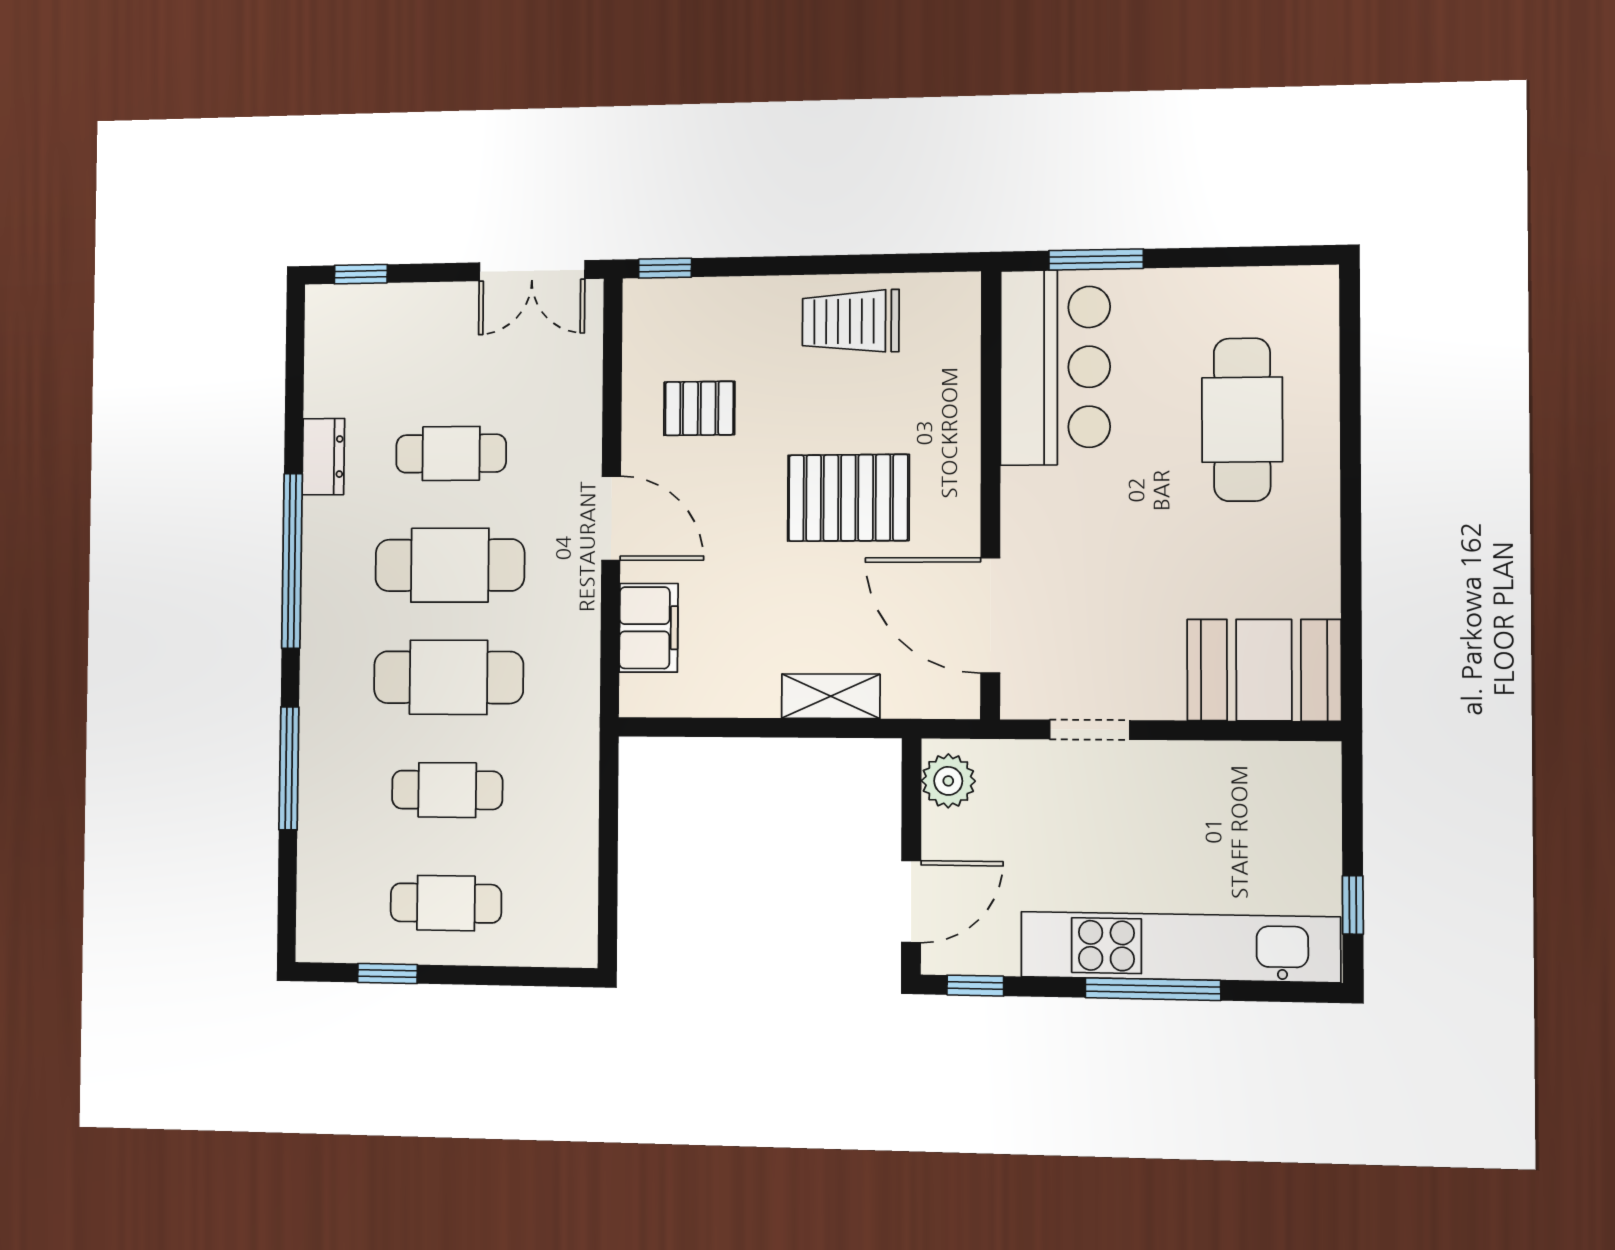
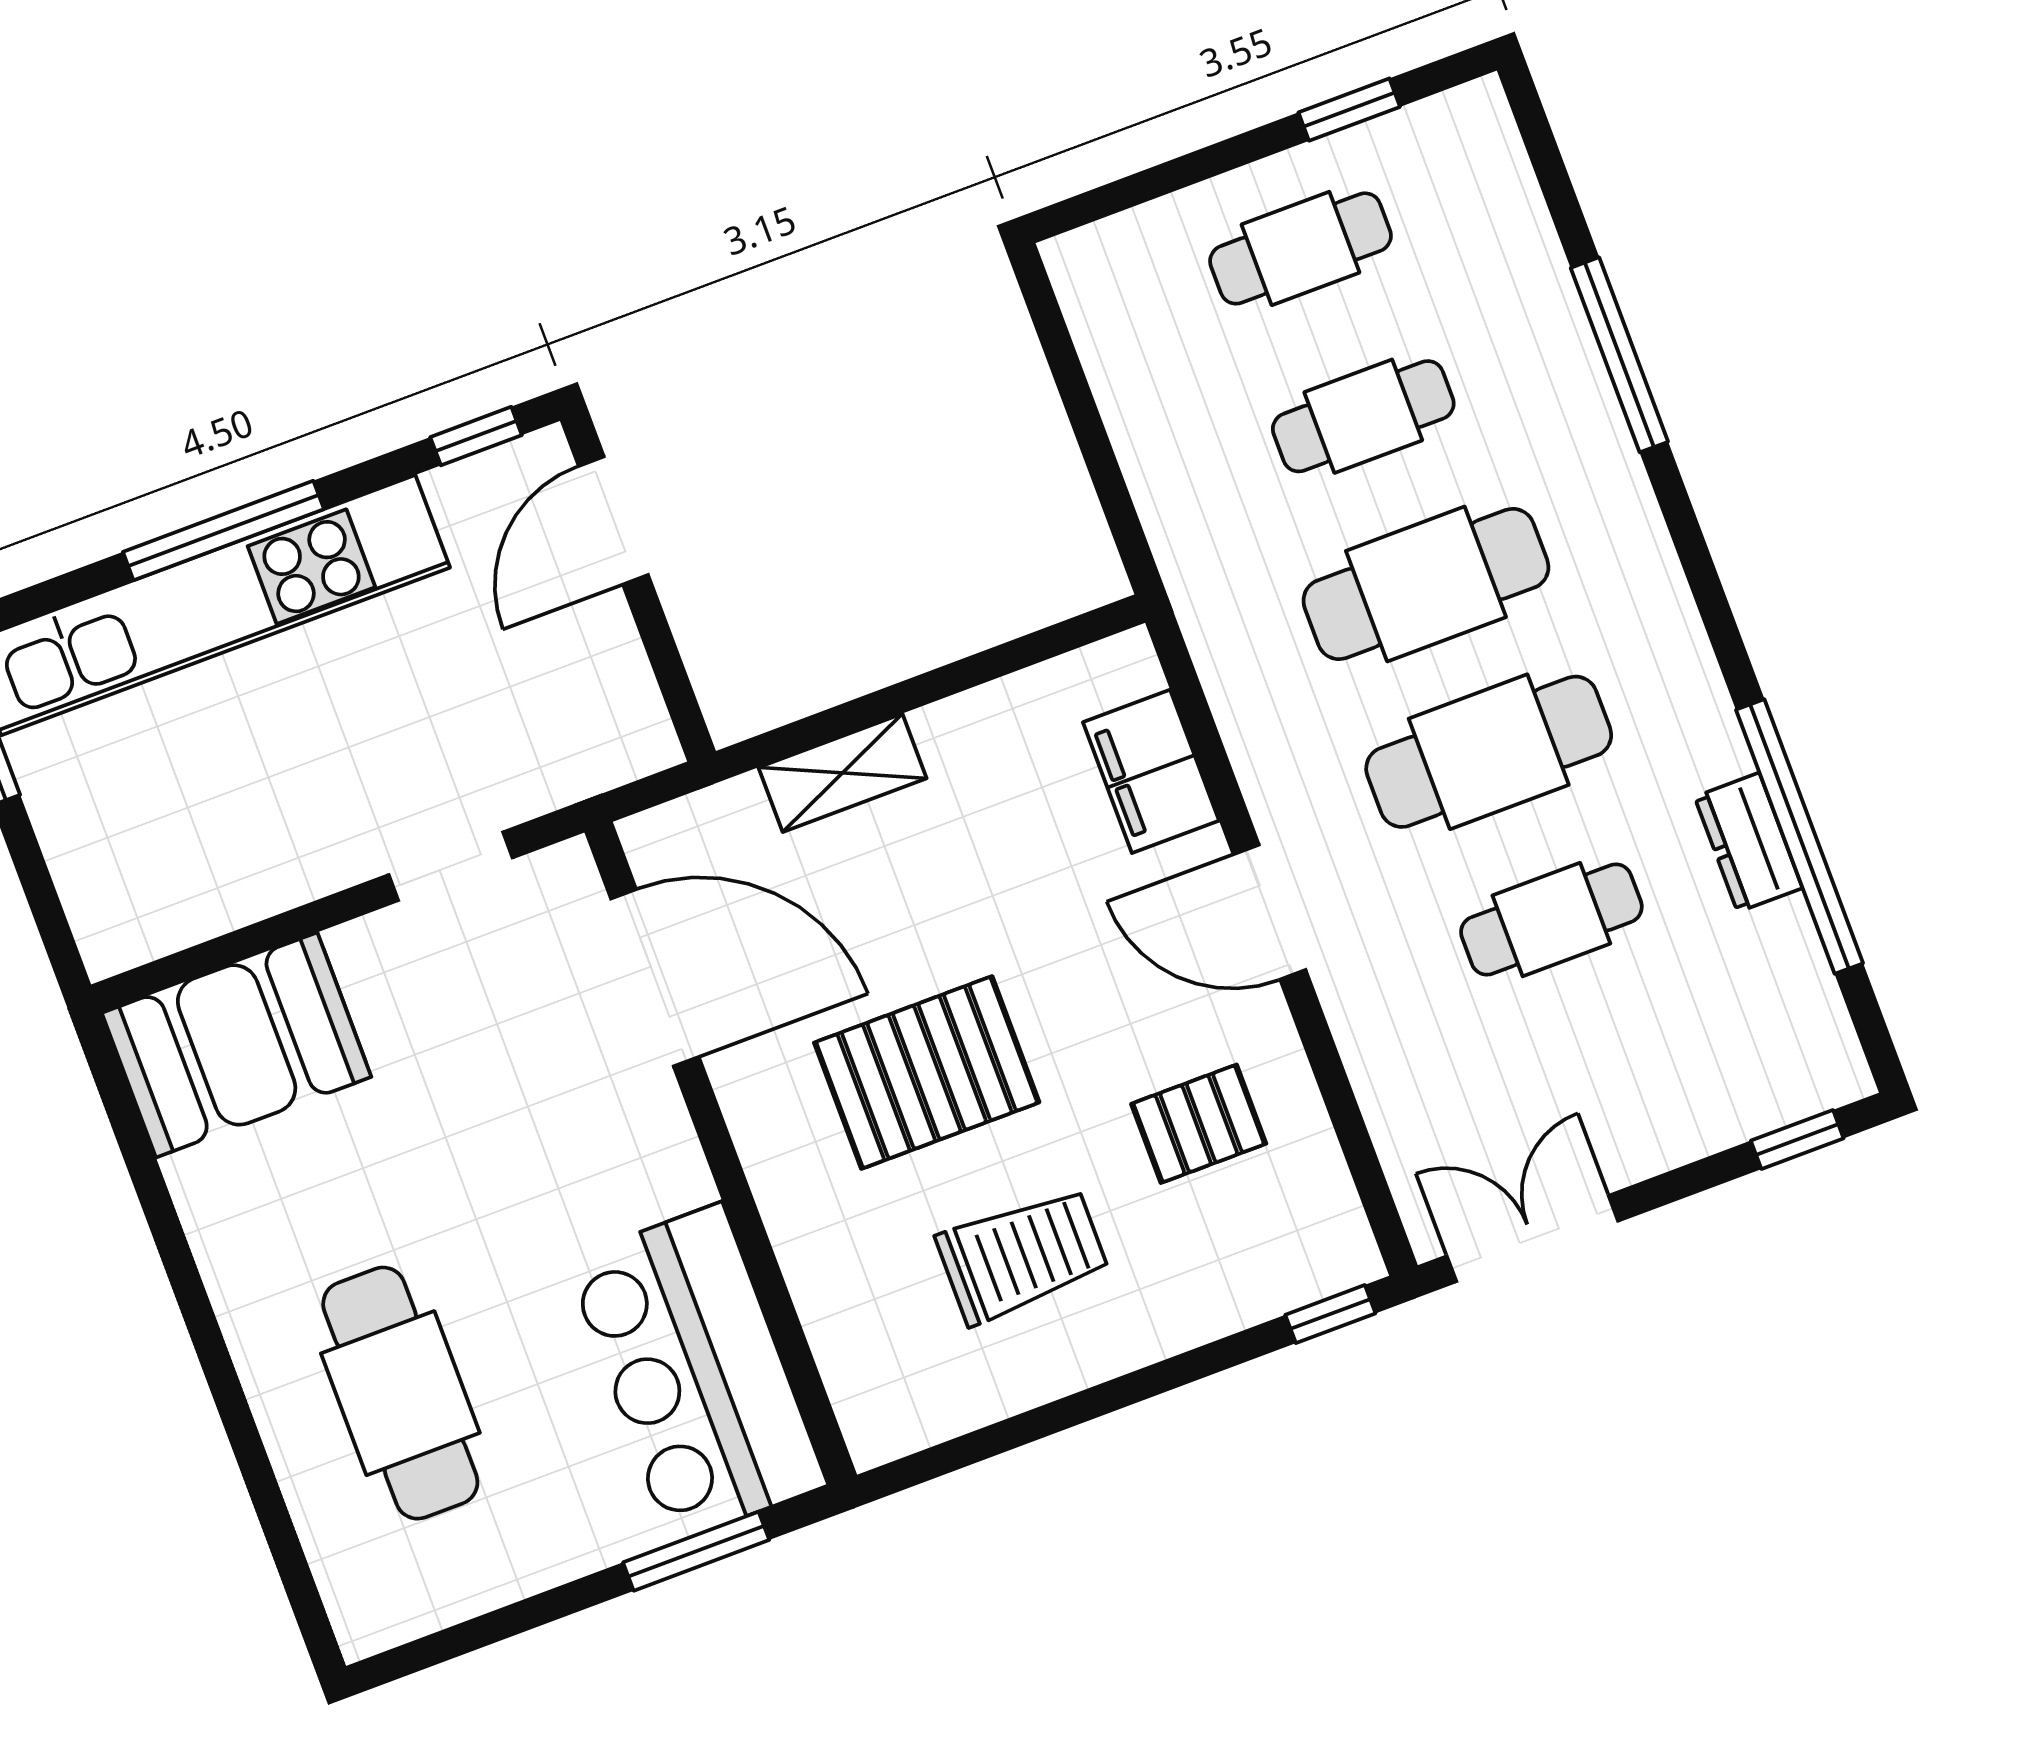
trolley: (851, 321) -> (1022, 1255), moved
window: (292, 561) -> (1799, 837), moved
plant: (948, 781) -> (625, 715), removed

